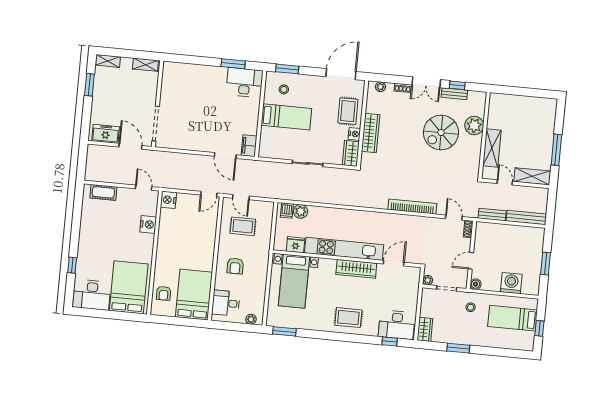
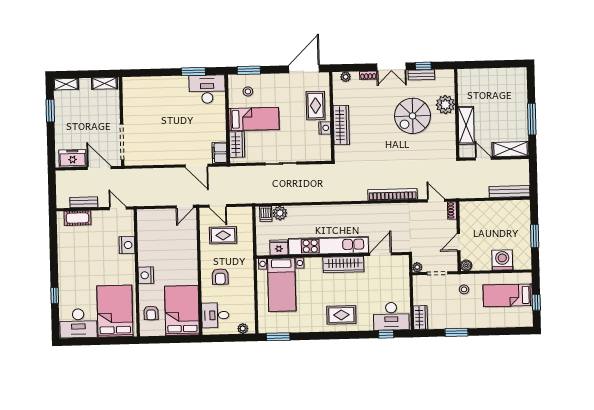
wardrobe: (351, 153) -> (237, 144), moved, turned 180
nightstand: (168, 200) -> (146, 275), moved
bench: (492, 215) -> (84, 202), moved

